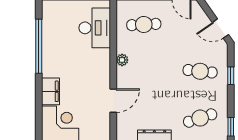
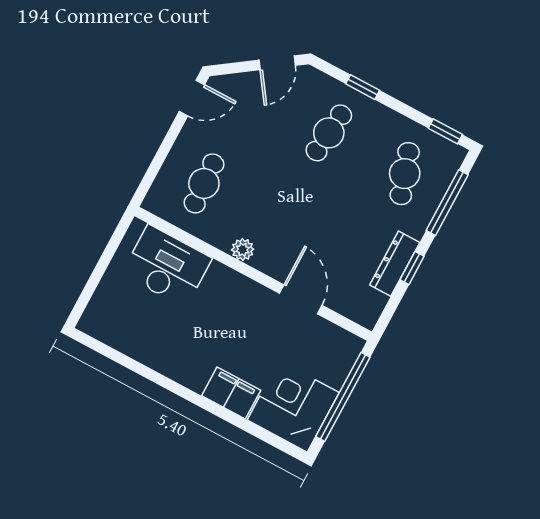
window: (39, 46) -> (148, 373), removed

